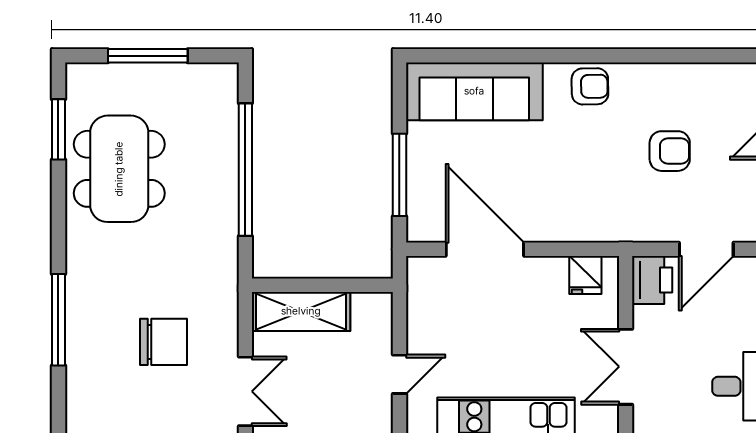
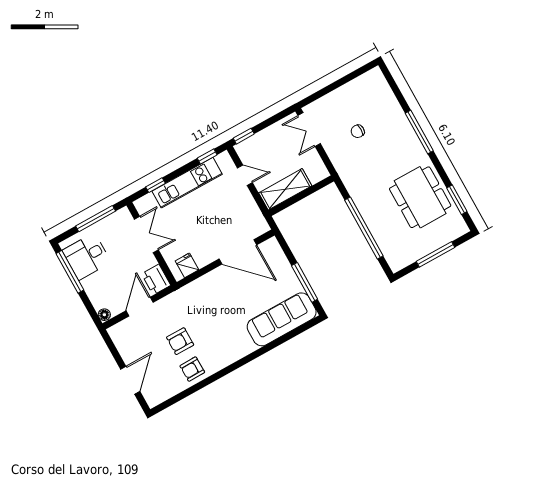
armchair: (590, 86) -> (192, 369), moved
window: (399, 175) -> (305, 282), moved
shelving: (301, 311) -> (285, 189), moved
window: (58, 320) -> (419, 132), moved
chair: (164, 342) -> (358, 131), width x0.54, depth x0.54
door: (399, 374) -> (245, 175), swing flipped

